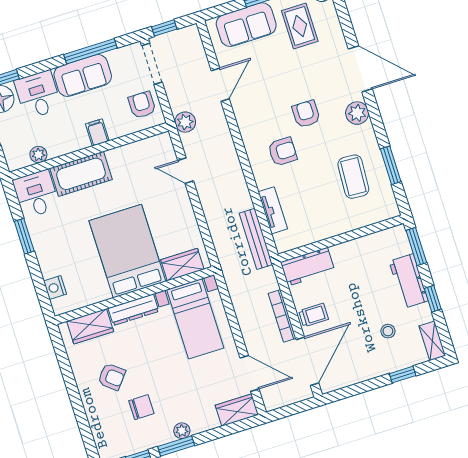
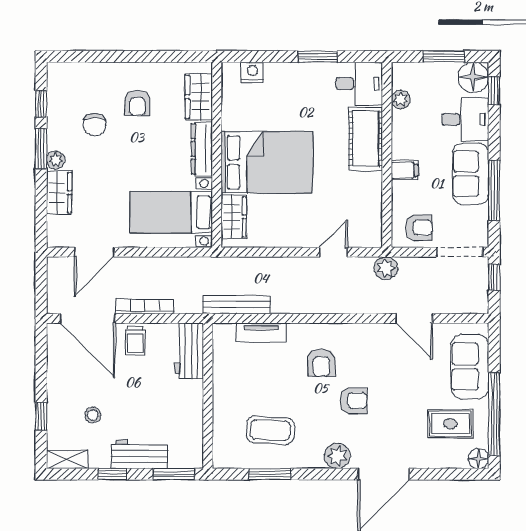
armchair: (112, 377) -> (137, 103), turned -39
wardrobe: (237, 410) -> (59, 192), moved

